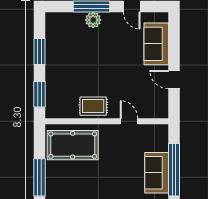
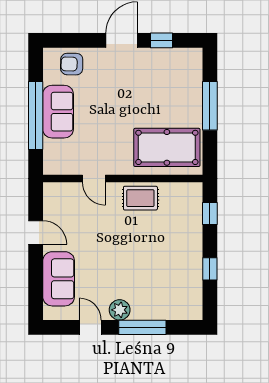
plant: (93, 20) -> (120, 310), moved
window: (40, 52) -> (210, 269), width x0.67
window: (40, 94) -> (210, 213), width x0.67

